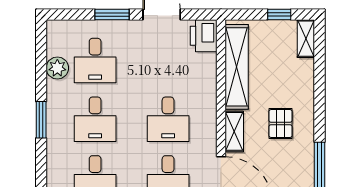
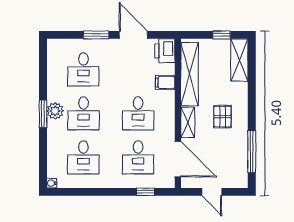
shelving: (306, 39) -> (239, 60), width x1.50, depth x1.33
plant: (57, 68) -> (55, 111), moved
filing cabinet: (204, 78) -> (165, 83), added

